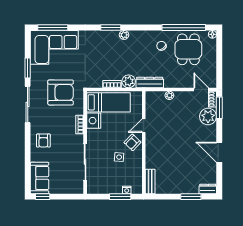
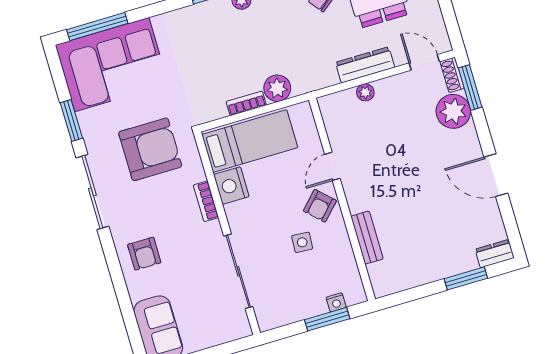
dresser: (150, 82) -> (365, 65), moved
bench: (150, 181) -> (367, 238), moved

